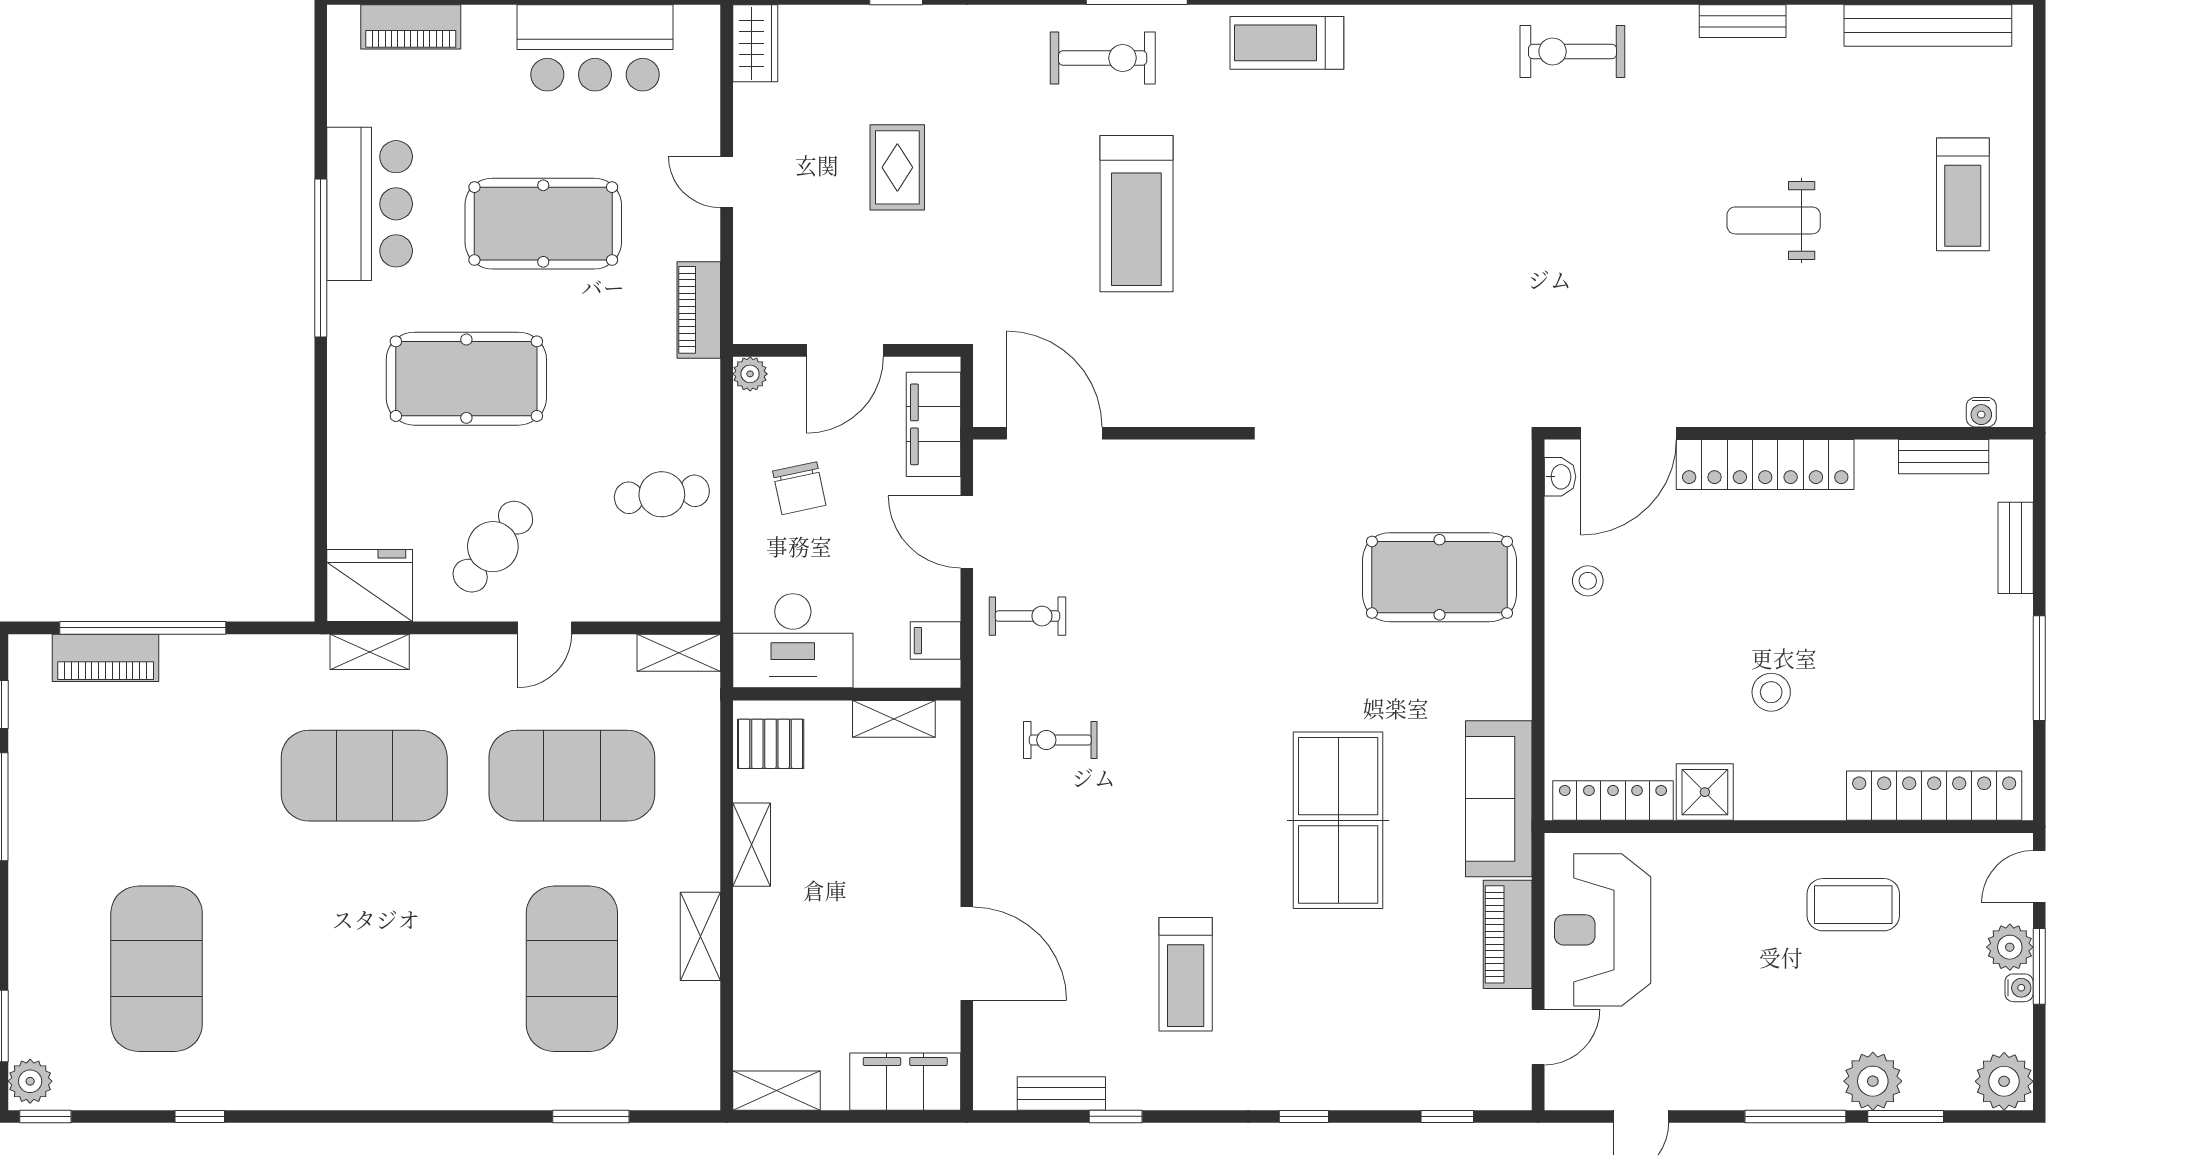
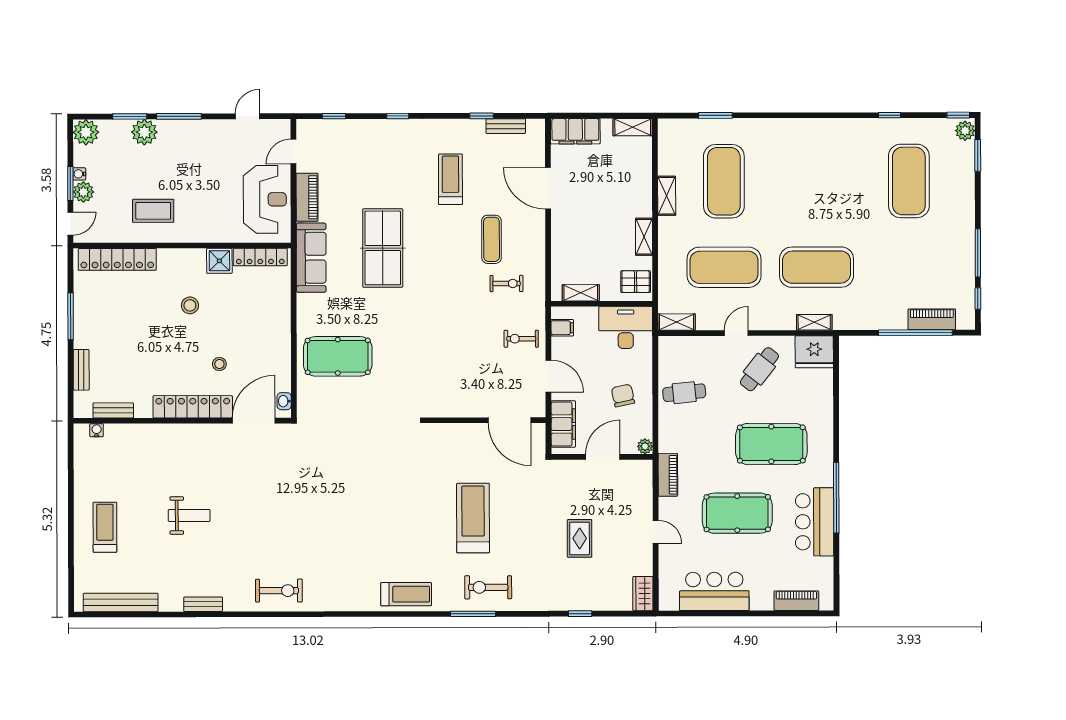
stool: (1588, 581) -> (219, 364), moved
exercise mat: (1094, 839) -> (491, 239), added

